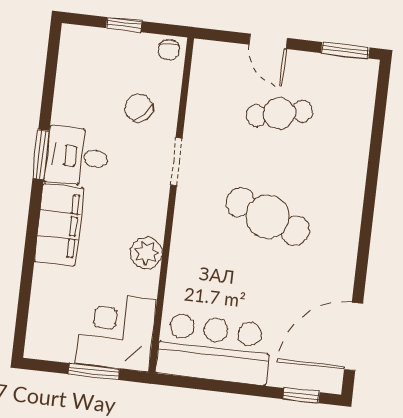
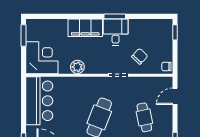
window: (124, 25) -> (175, 32), moved
door: (268, 41) -> (175, 96), moved
window: (94, 372) -> (23, 36), moved

